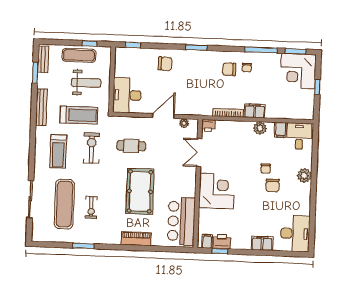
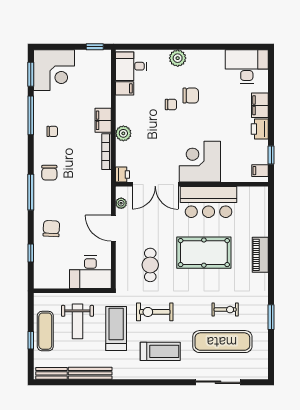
window: (90, 43) -> (31, 340), moved
window: (133, 45) -> (31, 253), moved
window: (196, 47) -> (31, 192), width x1.44
chair: (229, 69) -> (49, 173), moved
window: (35, 73) -> (68, 382), removed
weight bench: (86, 83) -> (77, 321), turned 180
window: (317, 87) -> (95, 47), moved
bench: (41, 107) -> (90, 373), moved
plant: (260, 128) -> (123, 133), moved
double door: (199, 153) -> (155, 184), width x1.37
bar counter: (181, 221) -> (209, 202), moved
printer: (222, 242) -> (260, 129), moved

